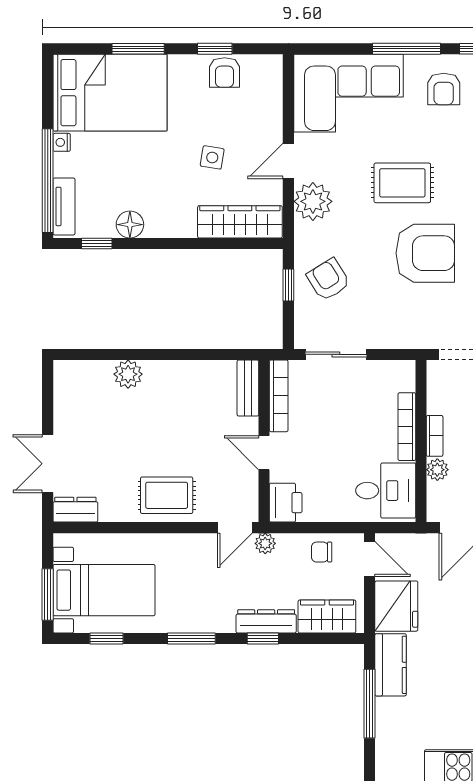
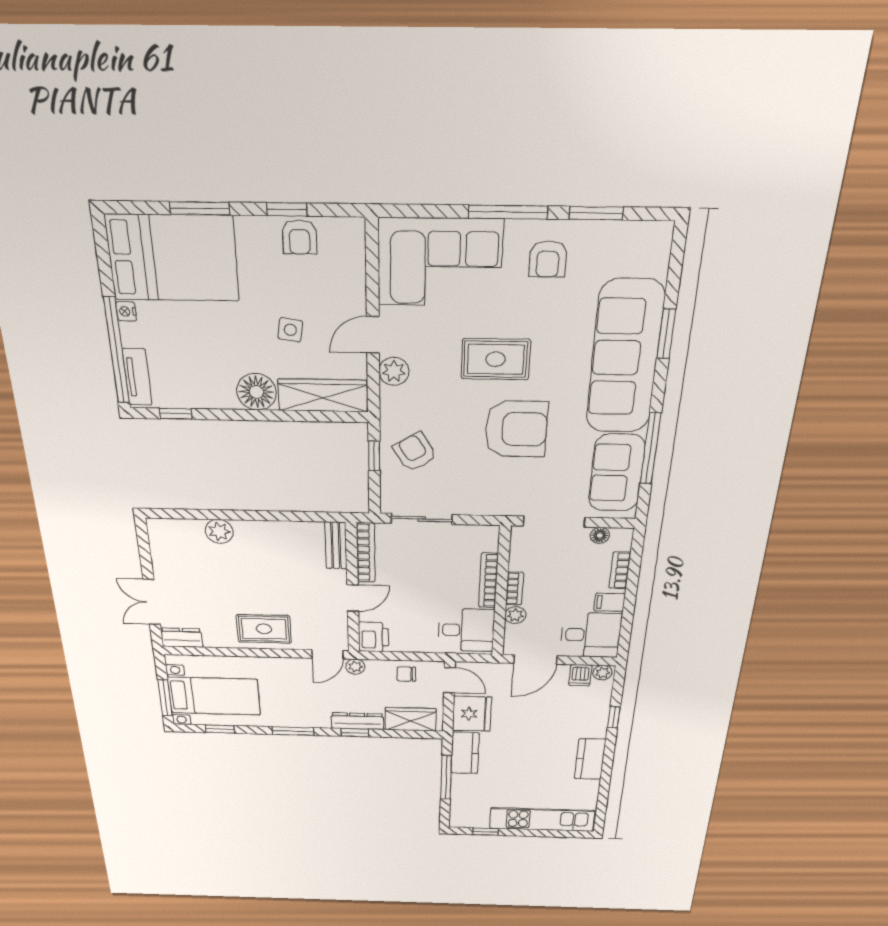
plant: (313, 201) -> (394, 371), width x0.73, depth x0.73
floor lamp: (130, 225) -> (257, 392), moved, width x1.38, depth x1.38
door: (264, 453) -> (353, 598), swing flipped

